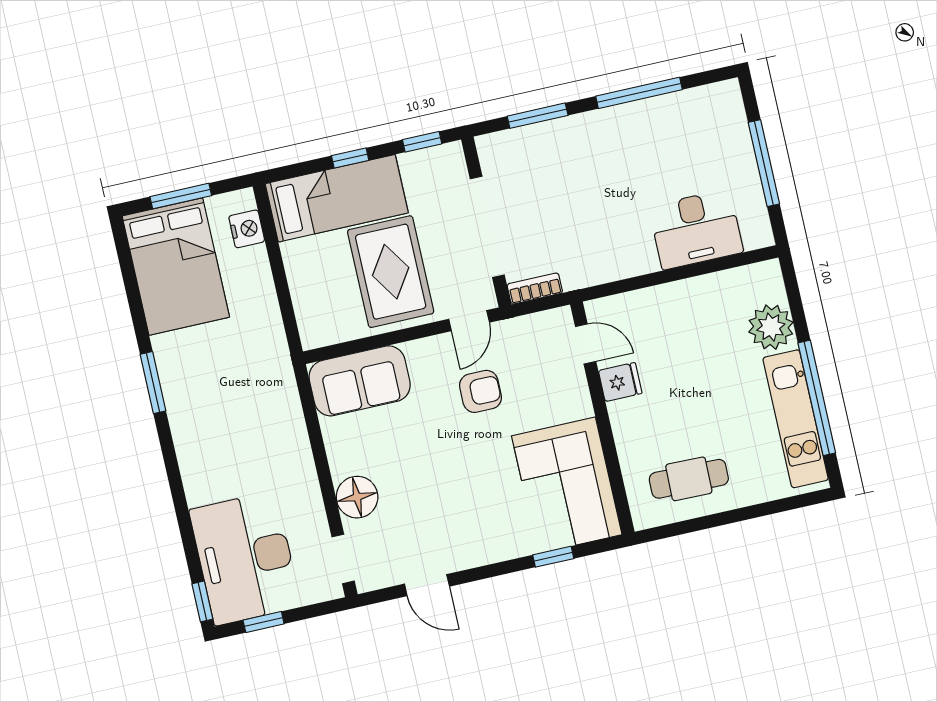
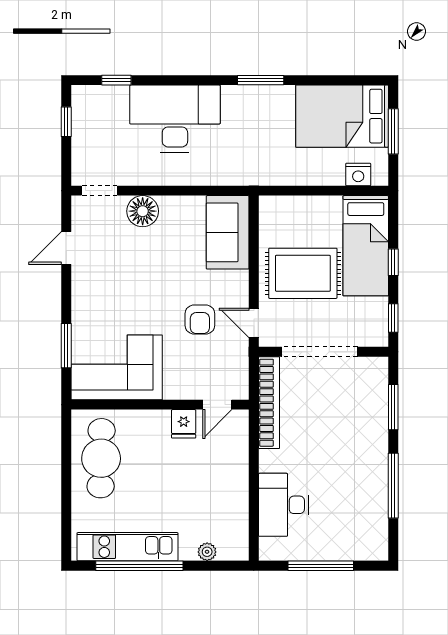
bookcase: (535, 289) -> (269, 403), width x2.31, depth x1.31
plant: (771, 327) -> (207, 552), width x0.53, depth x0.53
cafe table: (689, 479) -> (101, 458), width x1.37, depth x1.35
window: (553, 557) -> (66, 346), width x1.50
desk: (245, 558) -> (175, 119), moved
window: (202, 601) -> (116, 80), moved

